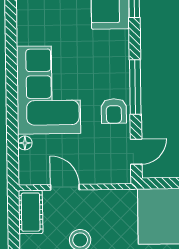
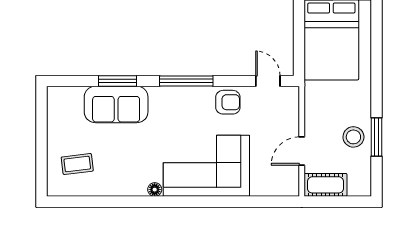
window: (135, 87) -> (186, 81), moved
floor lamp: (25, 143) -> (155, 190), moved

